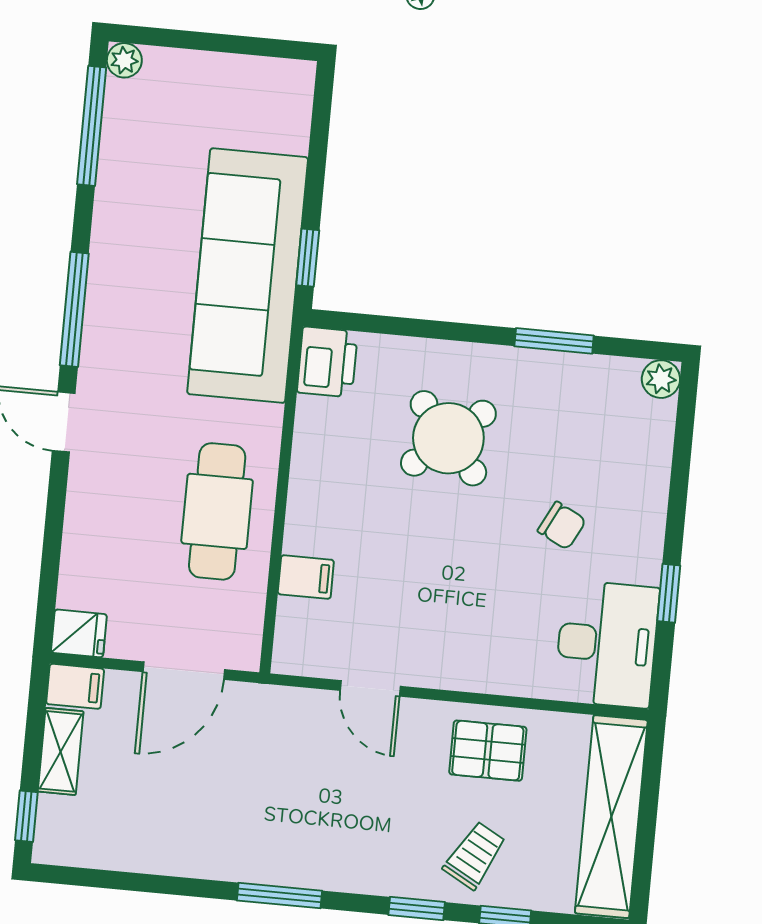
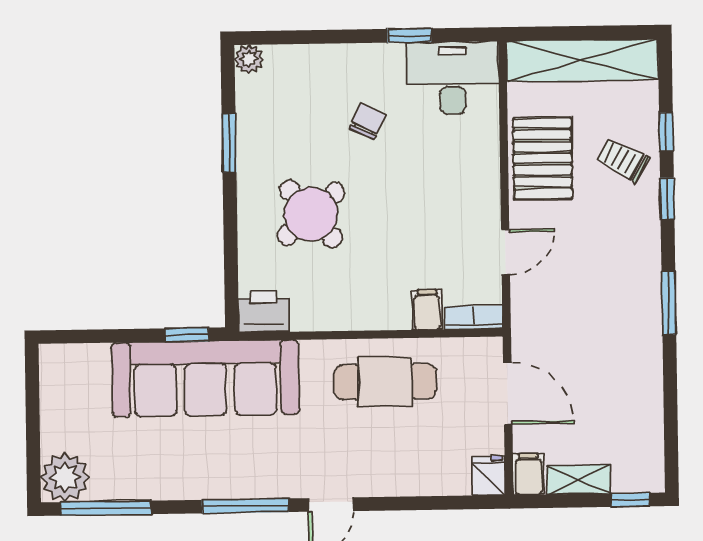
plant: (124, 60) -> (65, 477), width x1.87, depth x1.87
bookcase: (289, 637) -> (474, 317), added
pallet: (488, 751) -> (543, 158), width x1.50, depth x1.42

